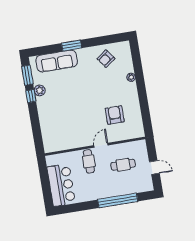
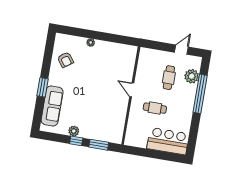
window: (27, 75) -> (99, 145), moved
armchair: (115, 115) -> (120, 70), removed
door: (101, 145) -> (132, 90), moved
wall: (95, 146) -> (131, 96), moved
plant: (132, 186) -> (192, 76), added

